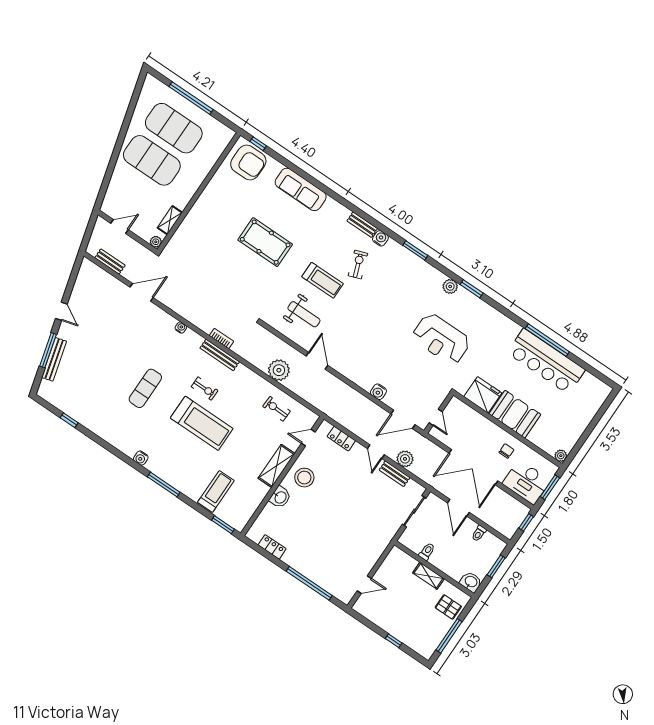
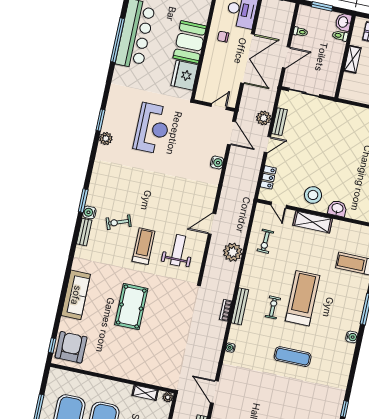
window: (415, 250) -> (83, 201), moved
toilet: (427, 552) -> (340, 36), moved

